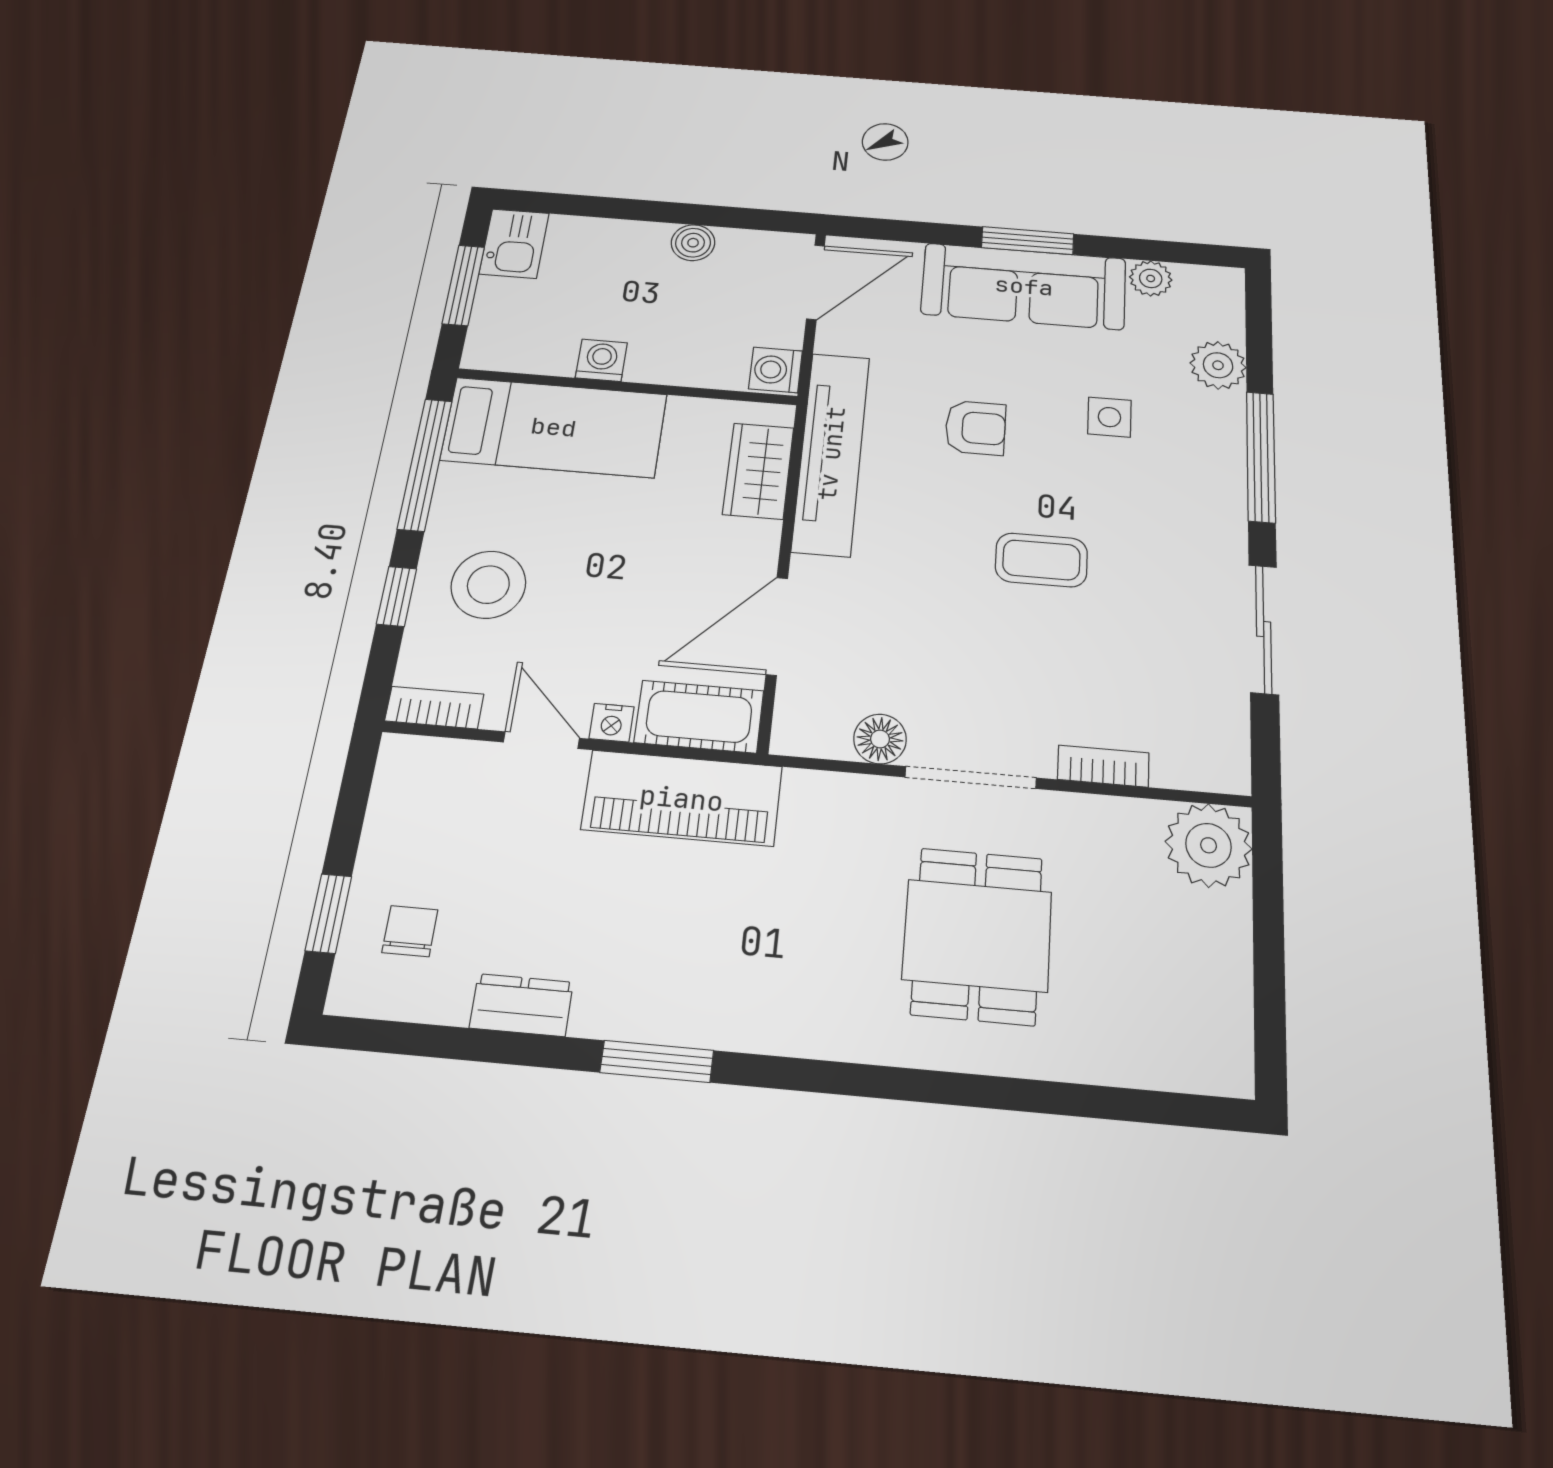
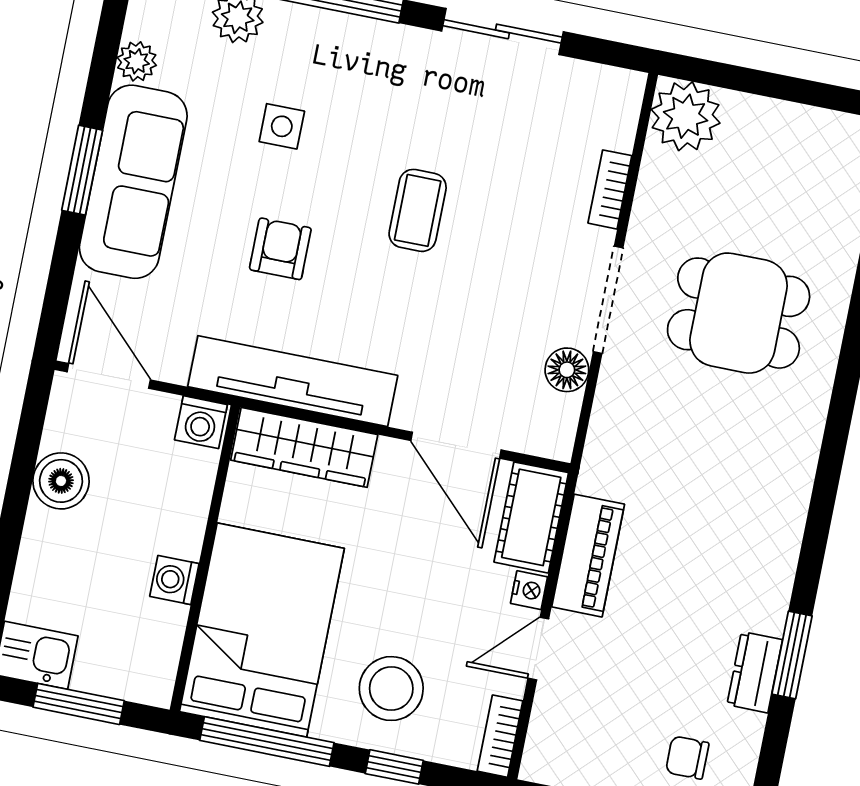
boiler: (693, 243) -> (61, 481), width x1.36, depth x1.36
bed: (554, 427) -> (262, 630), width x1.50
wardrobe: (758, 471) -> (304, 447), width x1.50
piano: (682, 798) -> (588, 556), width x0.73, depth x0.75
window: (657, 1061) -> (792, 655), moved

